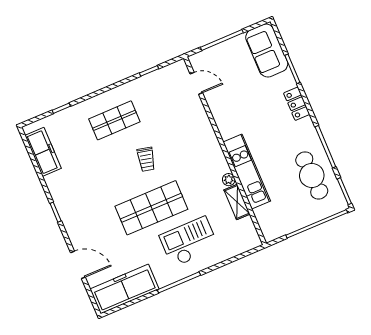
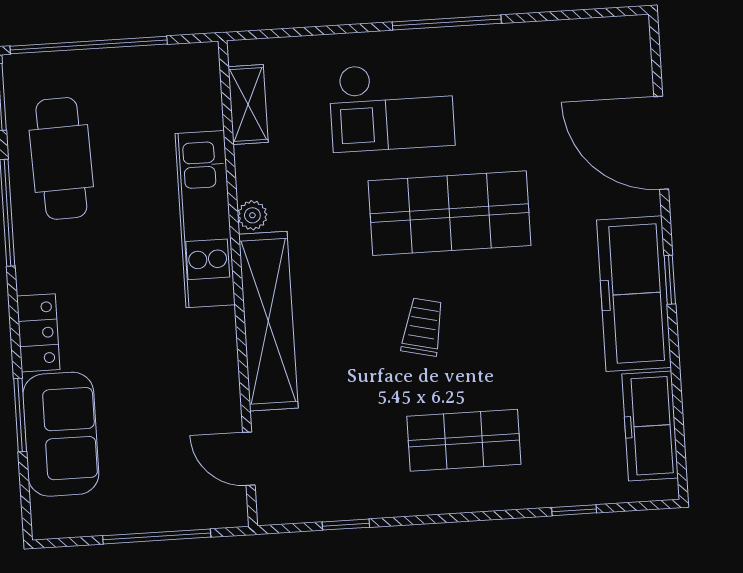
sofa: (267, 51) -> (61, 434), moved
shelving: (208, 140) -> (268, 321), added
shelving: (237, 202) -> (248, 105), moved
door: (78, 265) -> (661, 143), width x1.36
freezer: (124, 289) -> (634, 294), moved, turned 90

